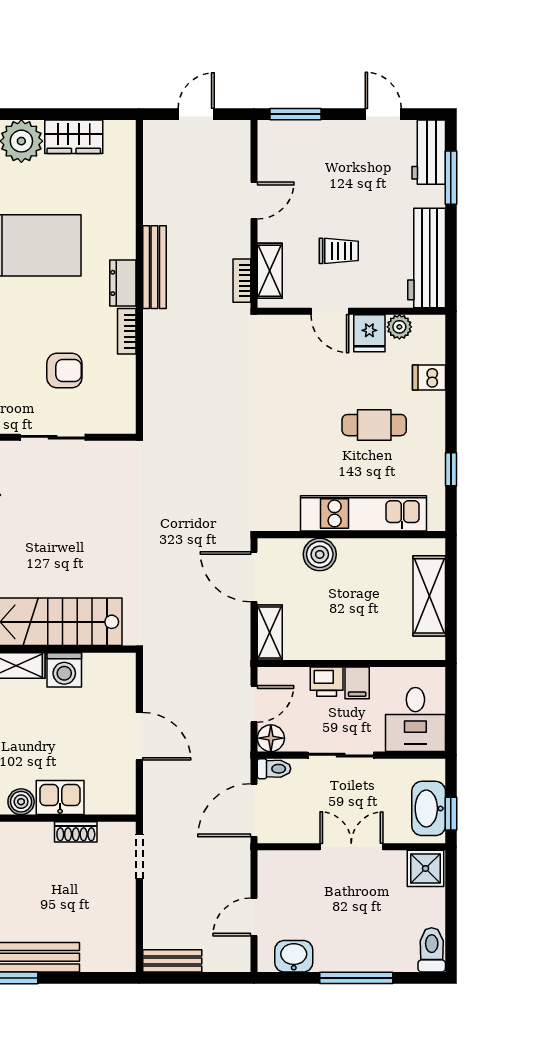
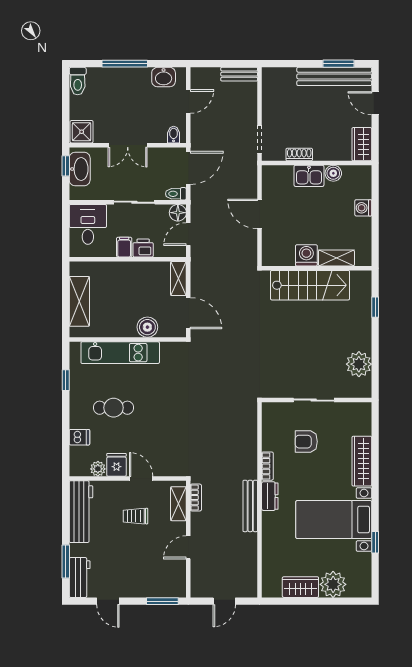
bidet: (278, 864) -> (174, 135), added

